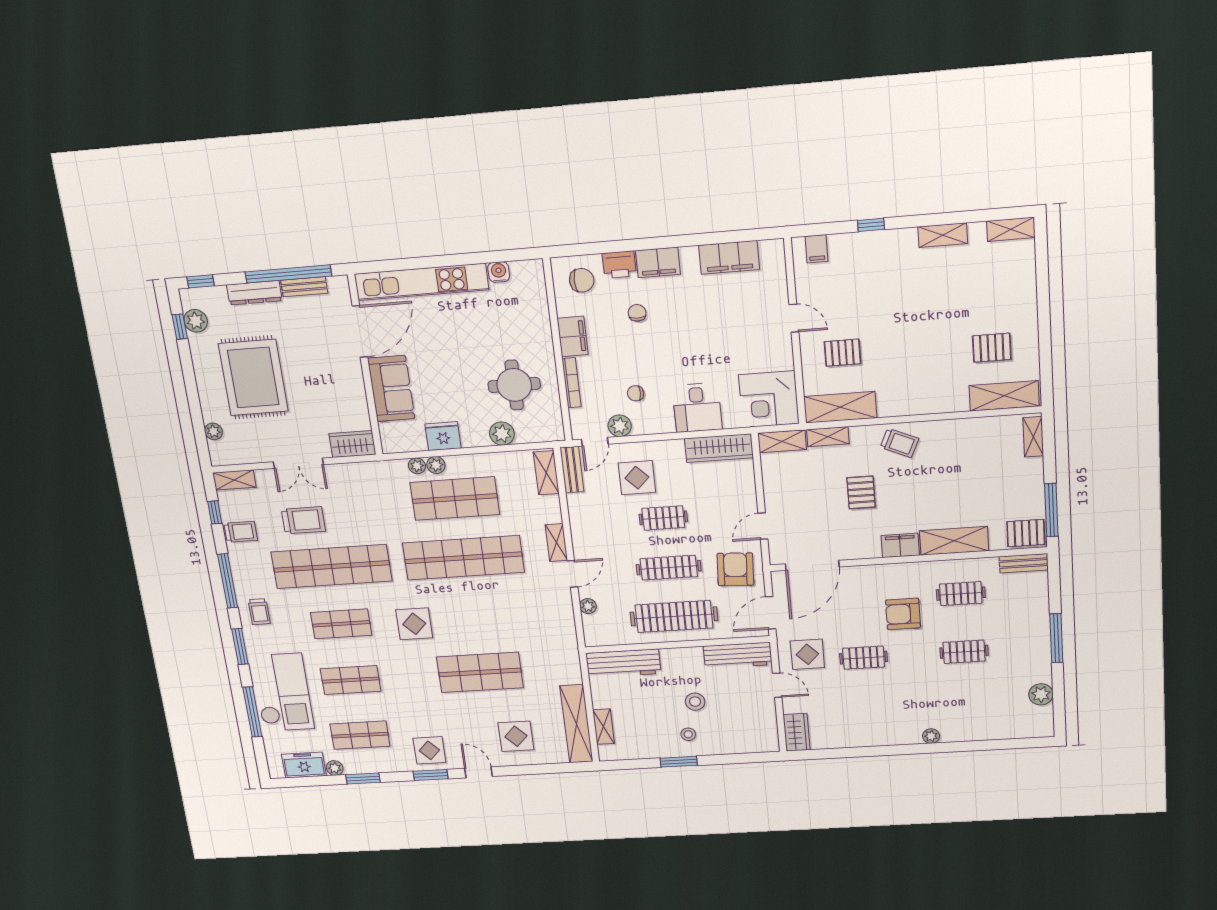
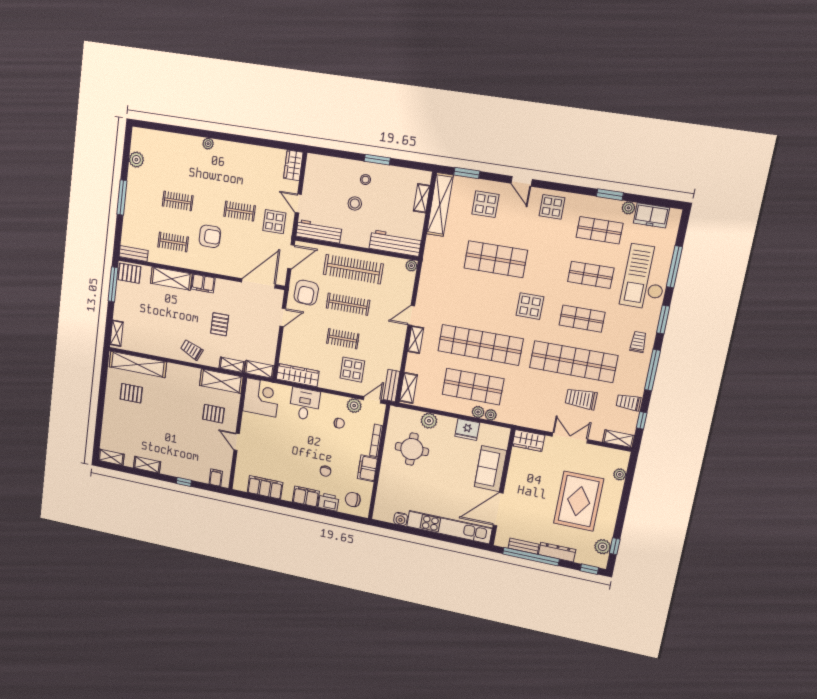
shelving: (1004, 396) -> (138, 364), width x1.47
plant: (588, 606) -> (411, 266), moved
window: (431, 775) -> (467, 173), moved

